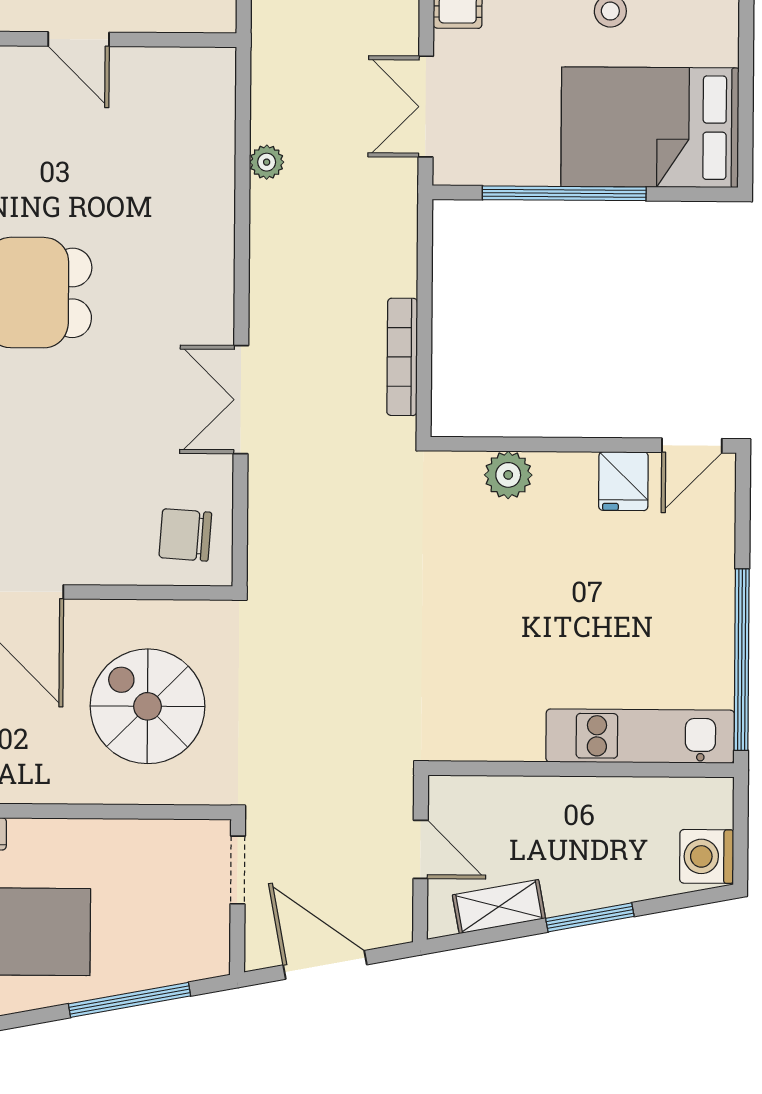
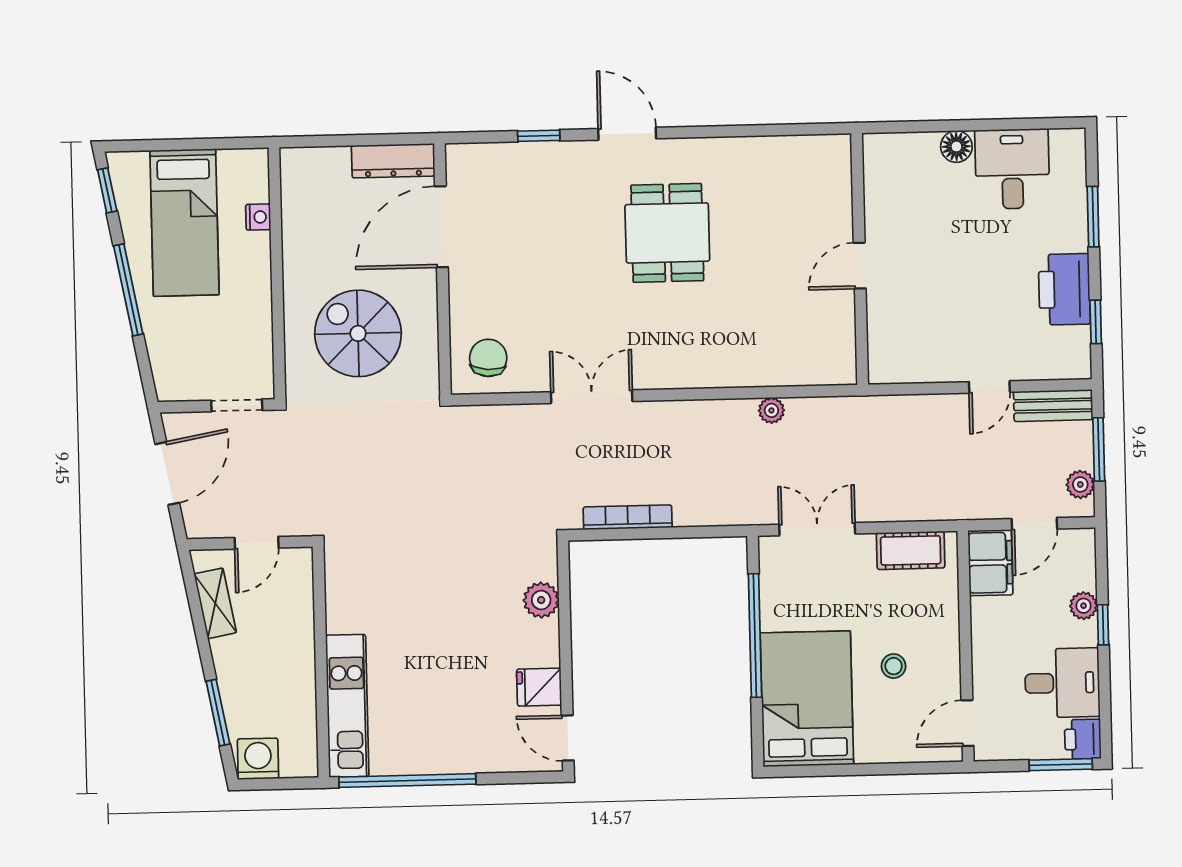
spiral stairs: (148, 706) -> (358, 333), turned -90
window: (590, 917) -> (218, 713), moved
window: (130, 1000) -> (128, 290), moved

